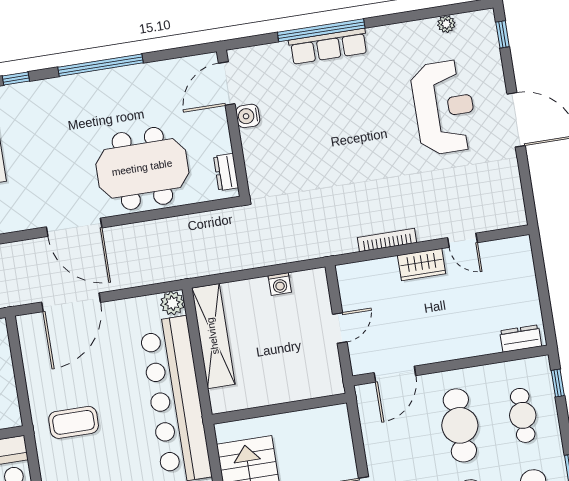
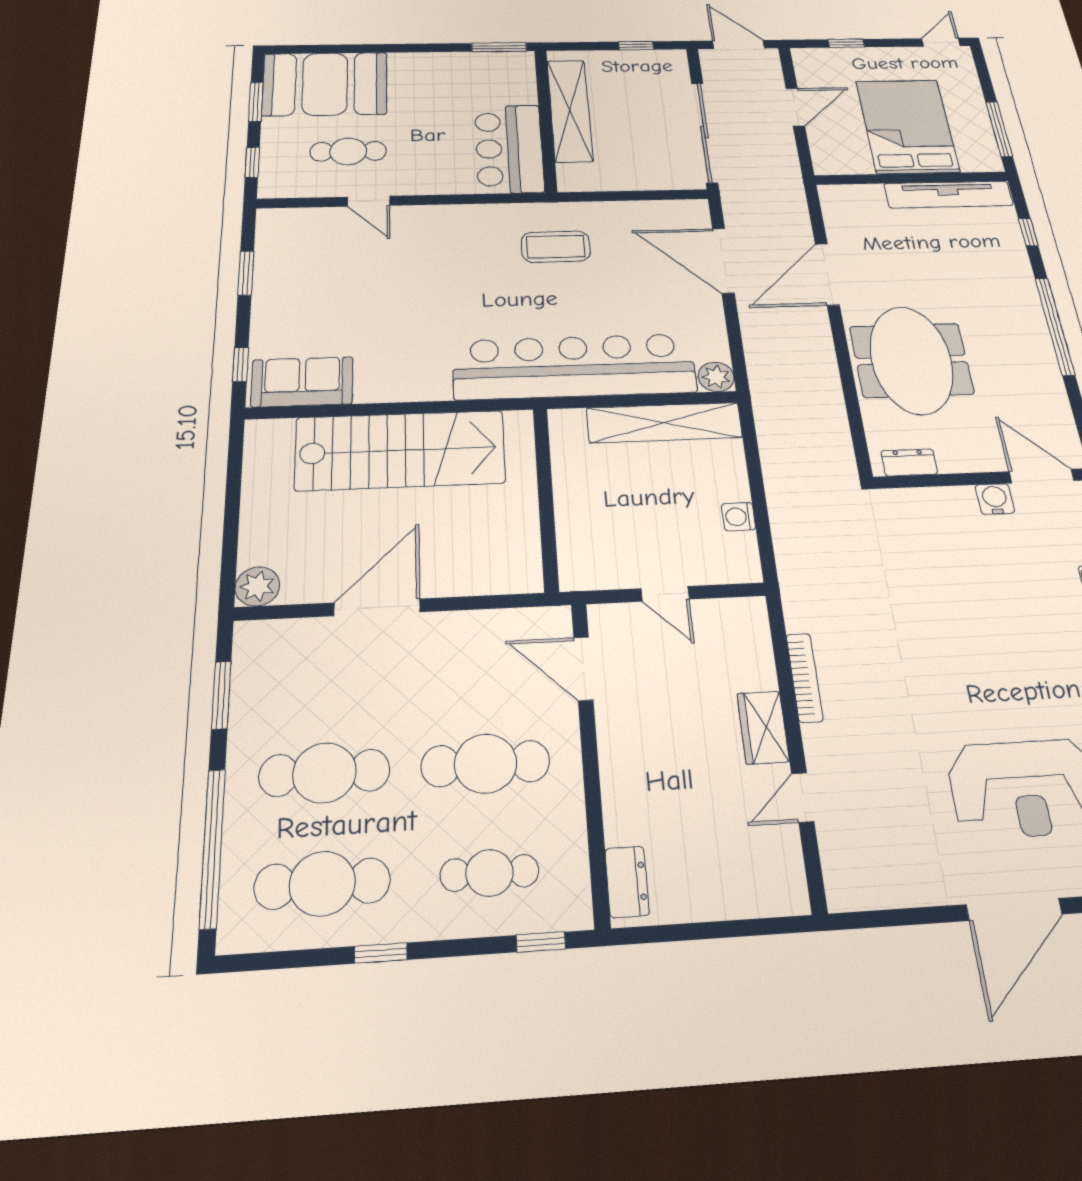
coffee table: (74, 422) -> (556, 247), turned 90

